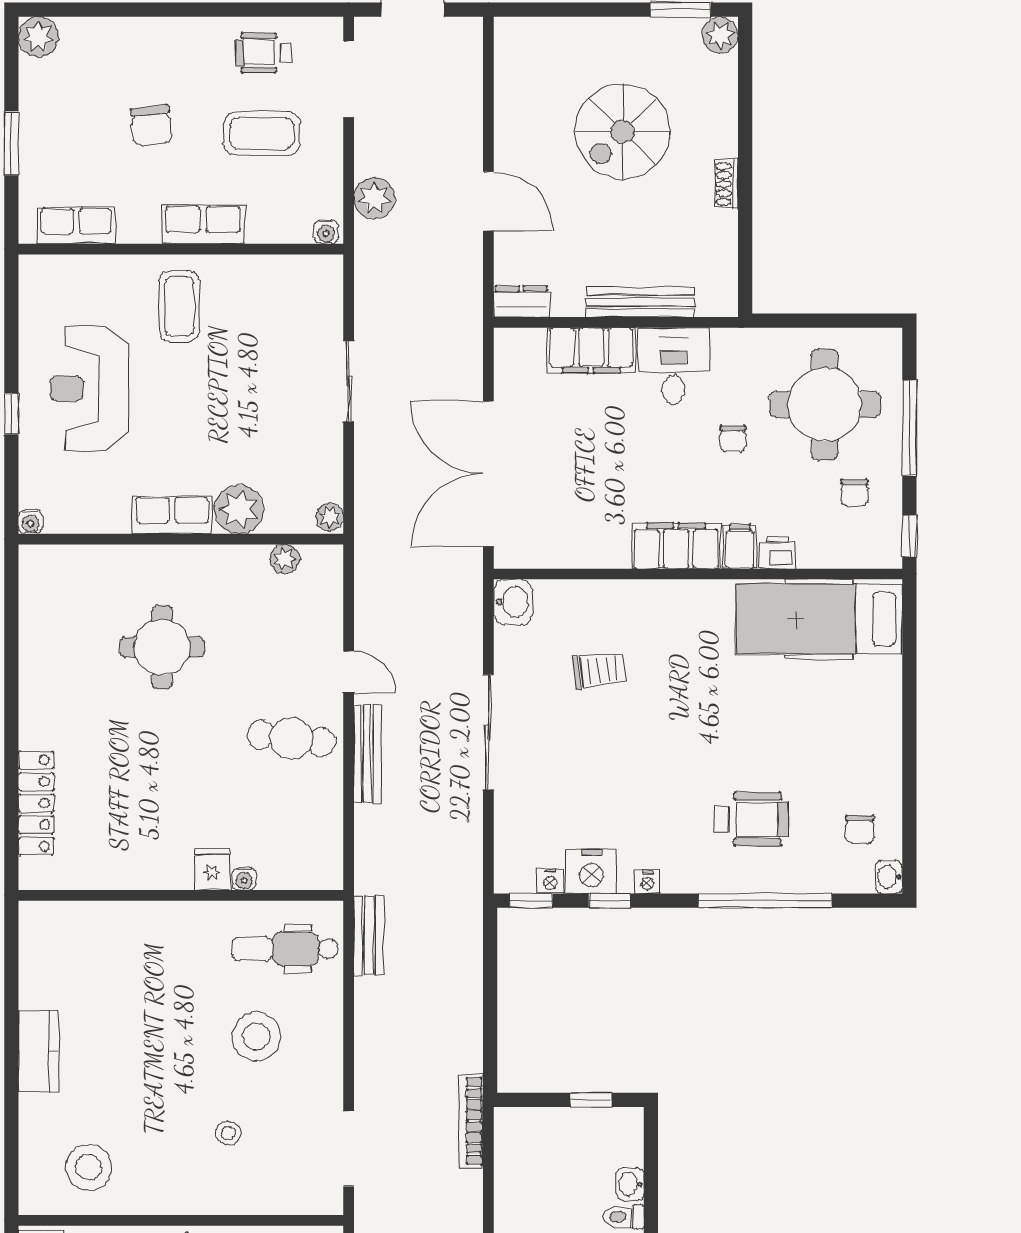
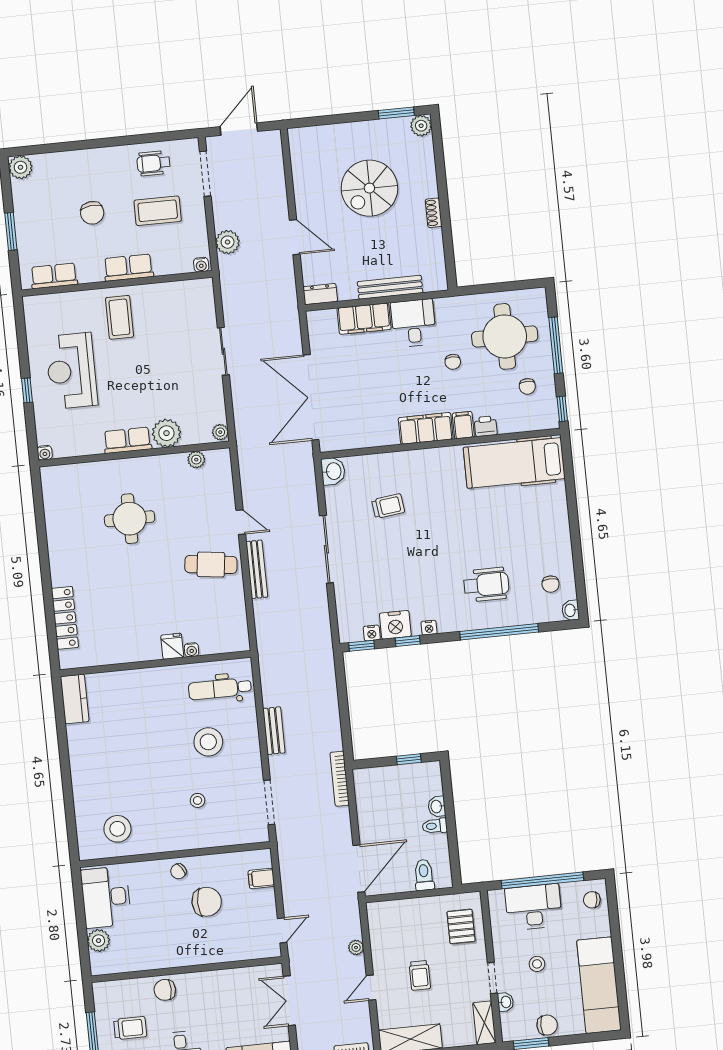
bench: (369, 936) -> (274, 731), moved
kitchen counter: (39, 1051) -> (75, 699), moved

